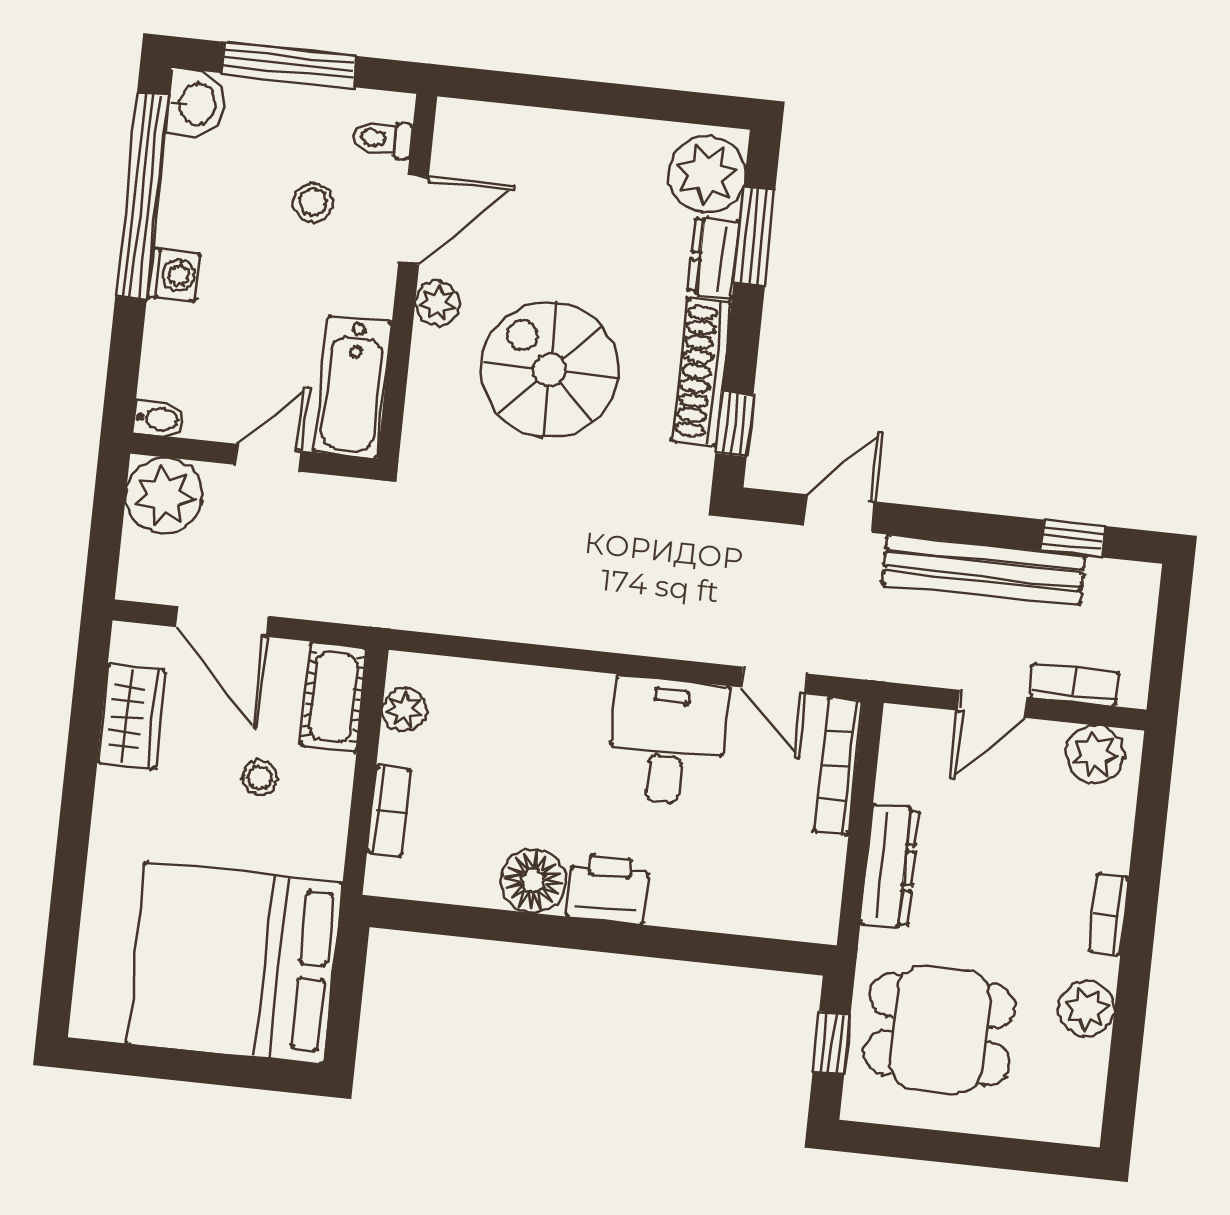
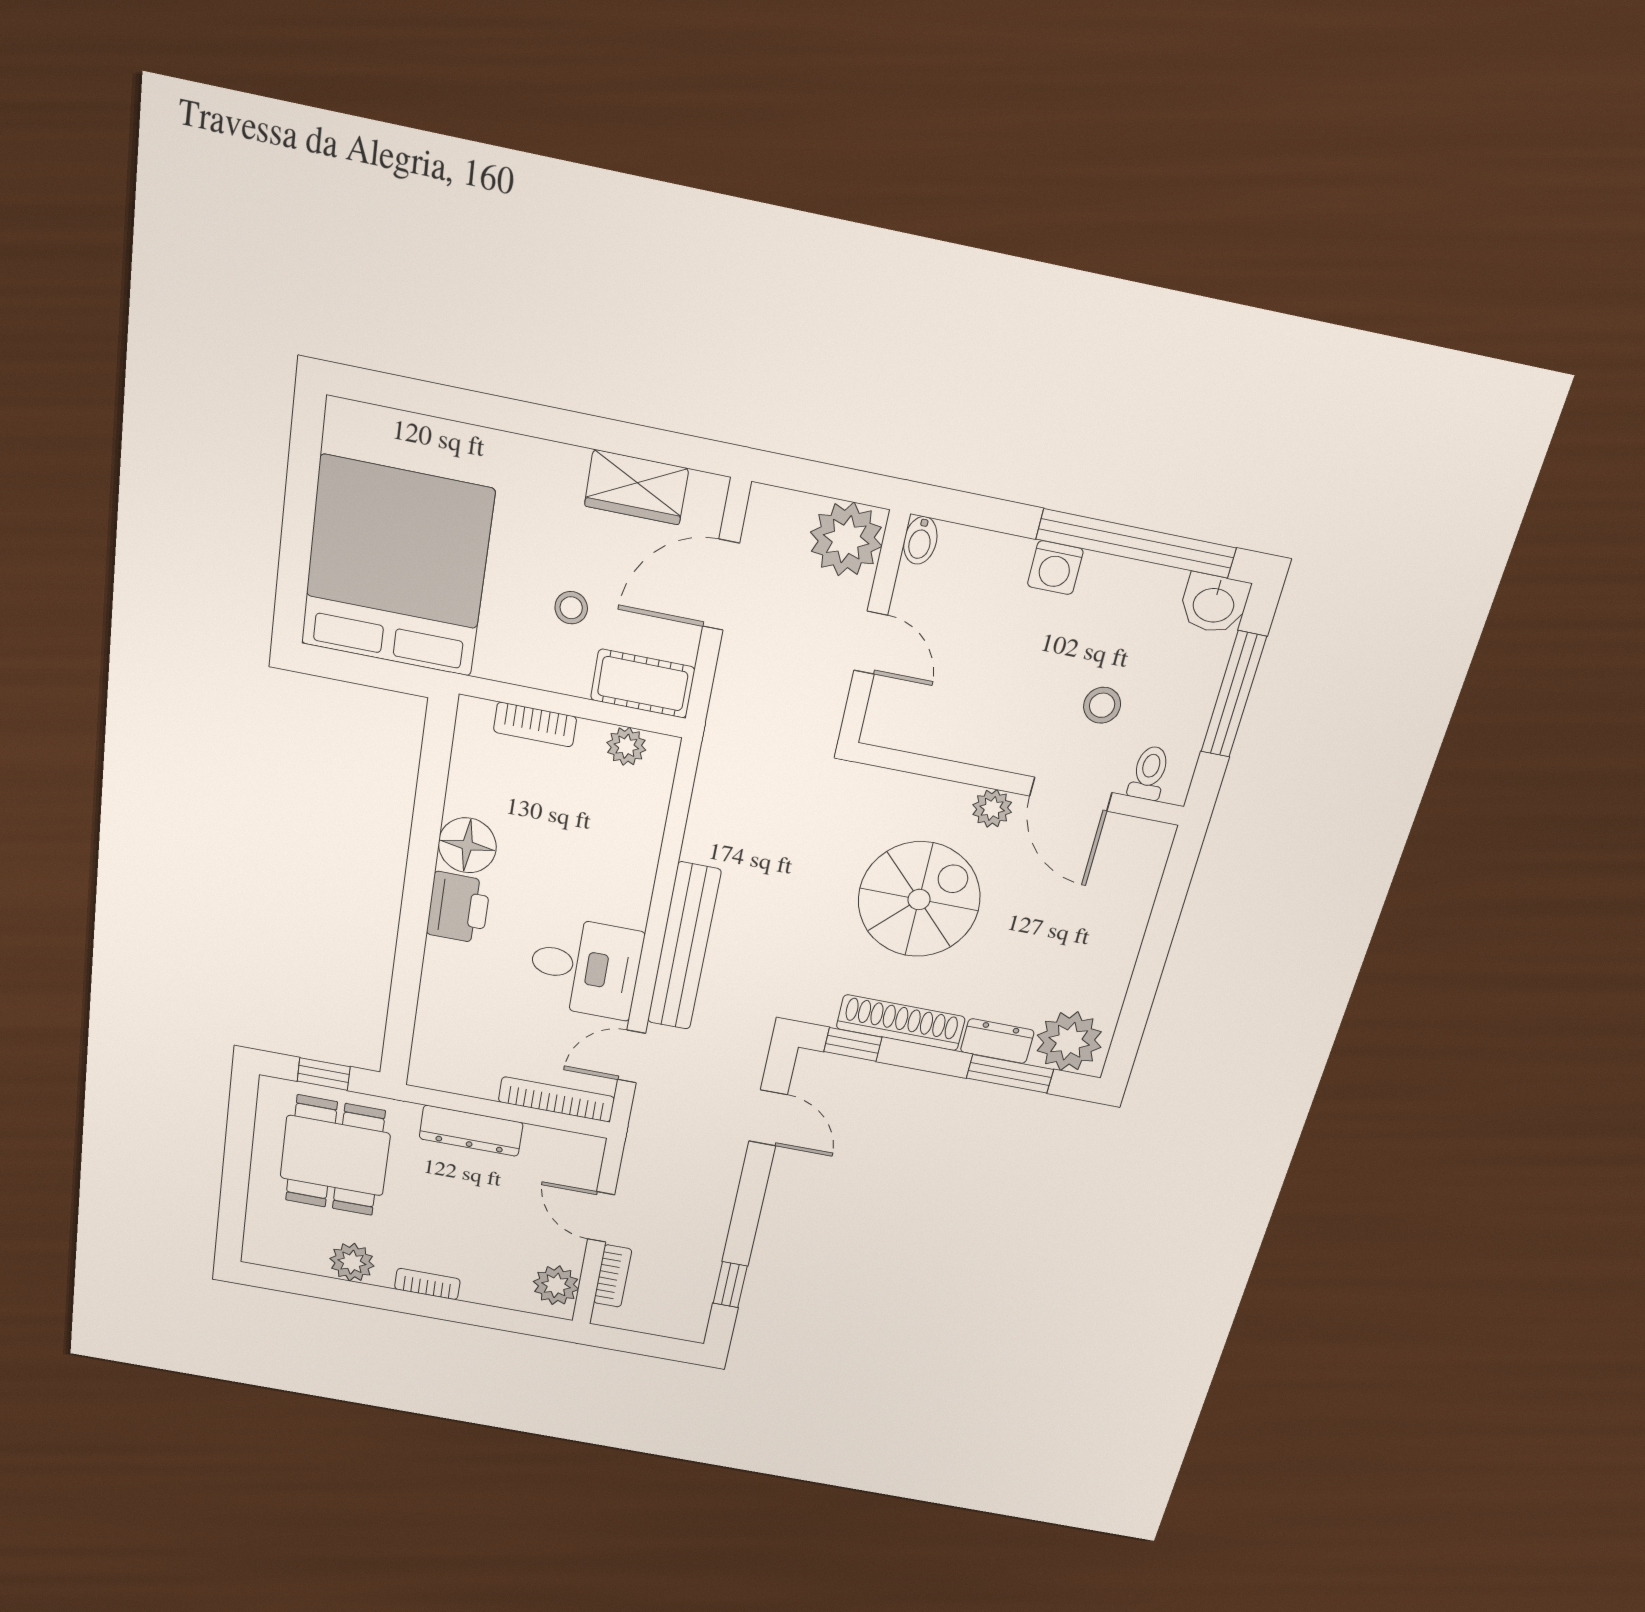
bathtub: (353, 387) -> (926, 726), removed
bench: (984, 570) -> (684, 947), moved

